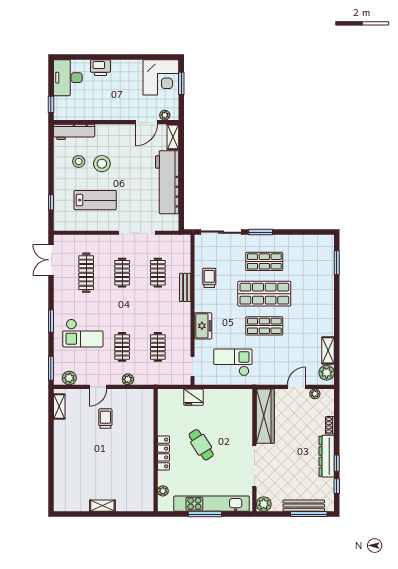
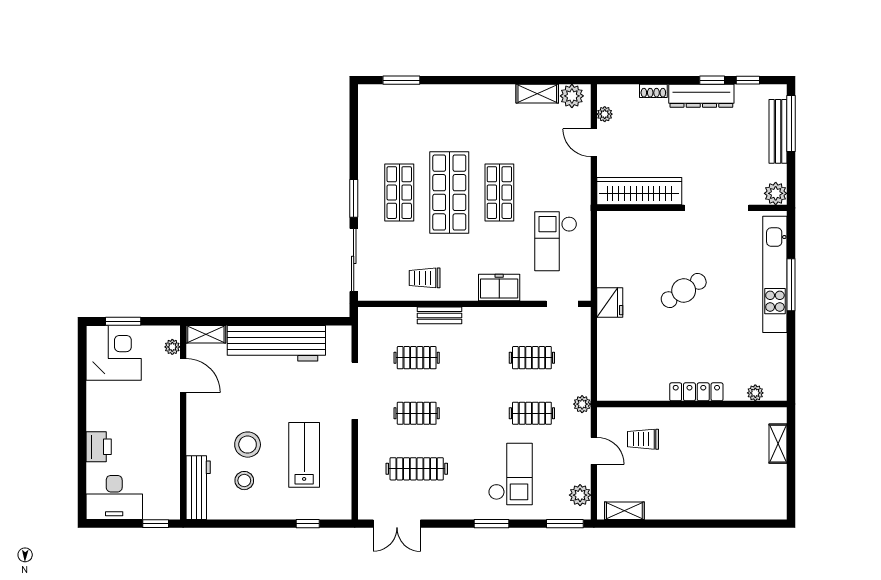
wall: (156, 450) -> (692, 404), moved
locker: (163, 453) -> (696, 392), moved
plant: (163, 491) -> (755, 393), moved

